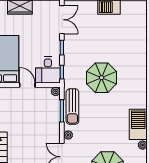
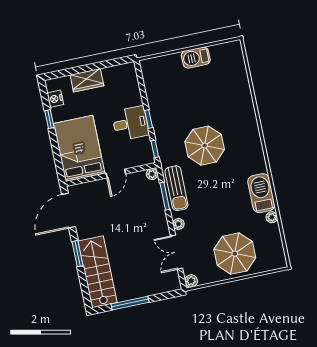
double door: (62, 20) -> (142, 85), removed
desk: (48, 70) -> (130, 123), moved, turned -90
door: (27, 85) -> (116, 173), swing flipped

